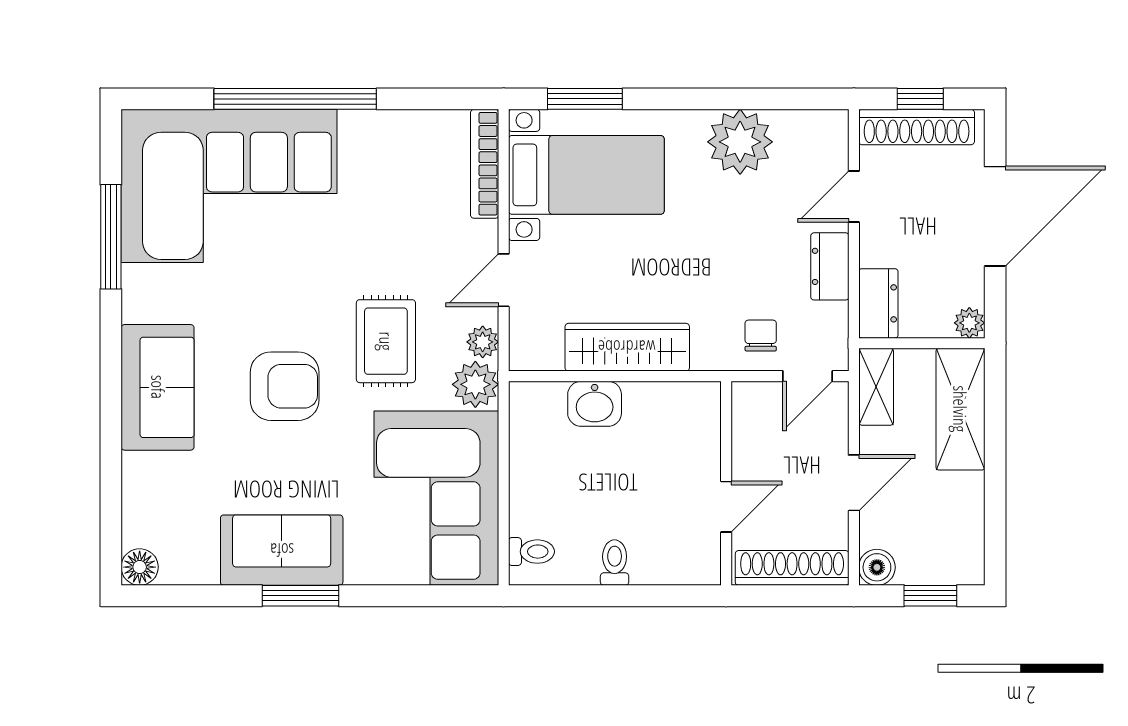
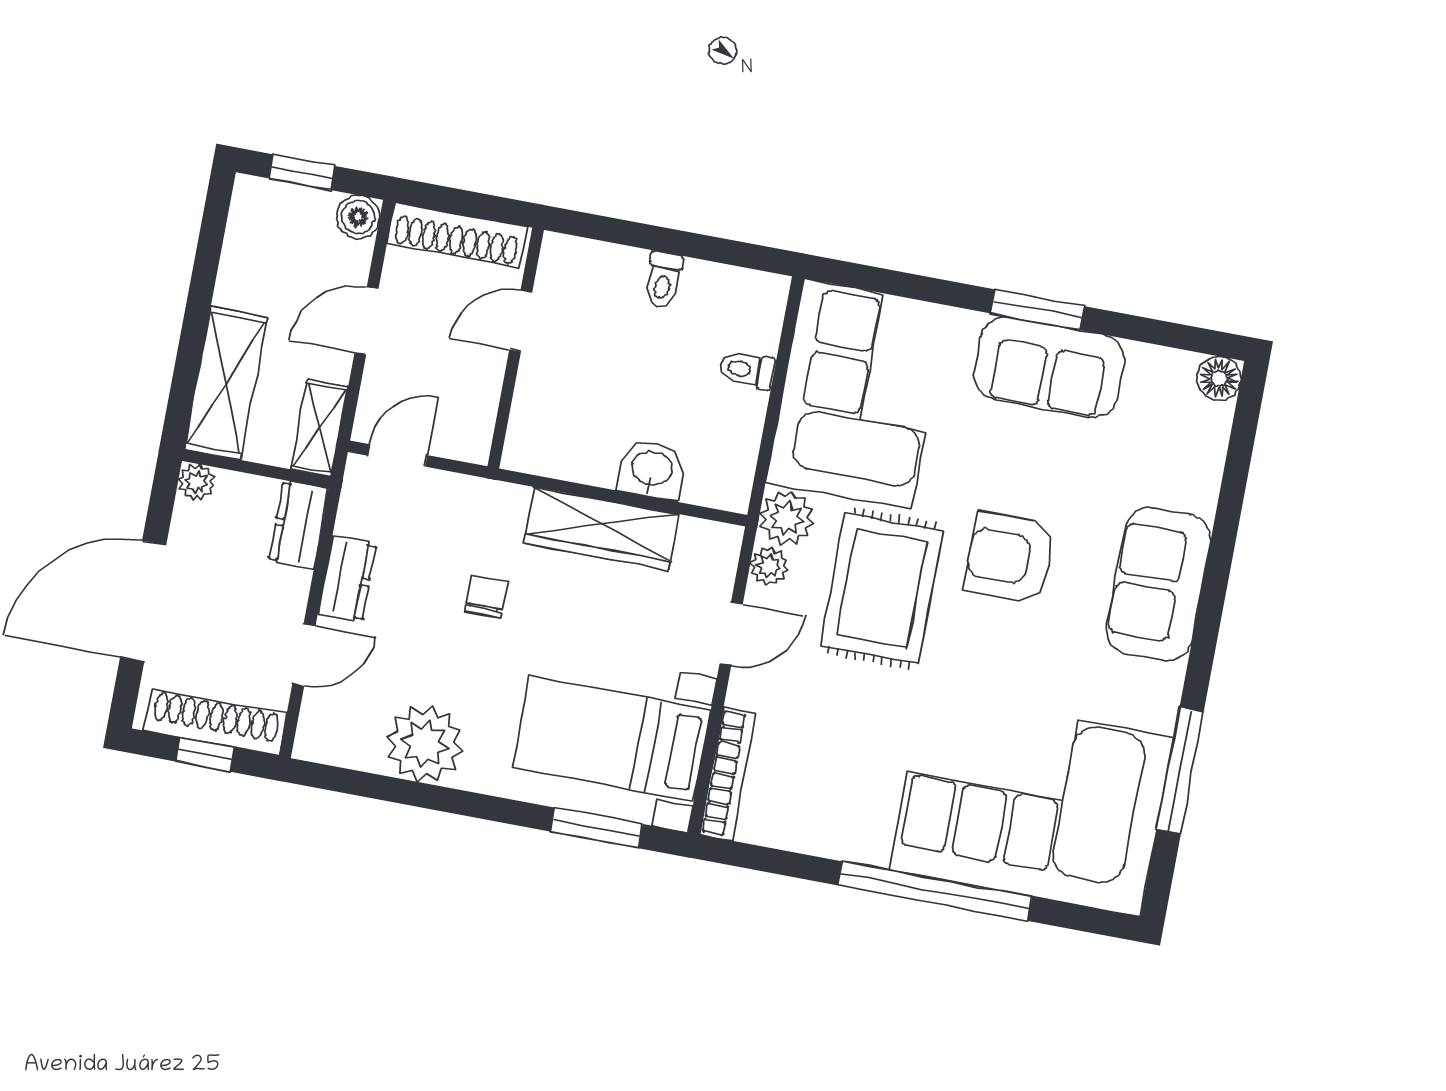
chair: (761, 336) -> (486, 597), moved, turned 180
rug: (386, 341) -> (882, 588), width x1.36, depth x1.43
toilet: (531, 552) -> (747, 370), moved

